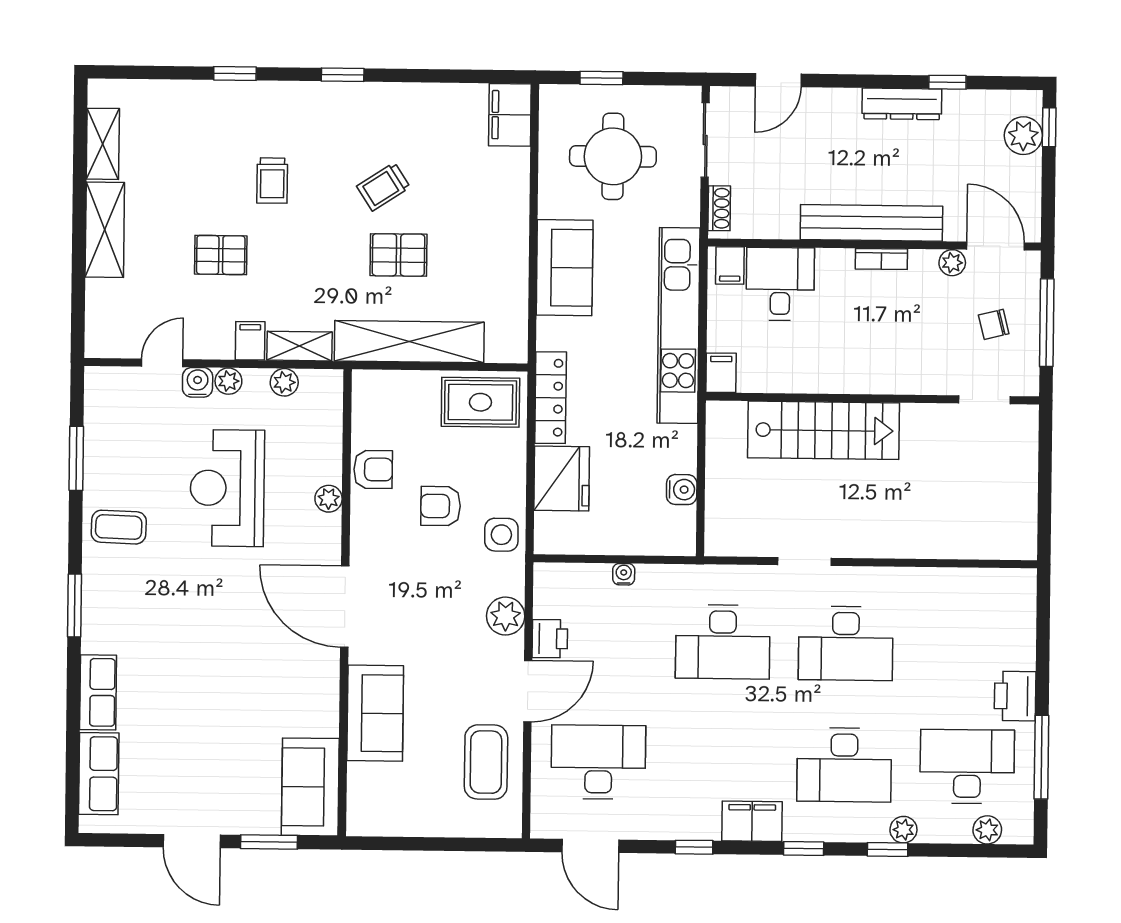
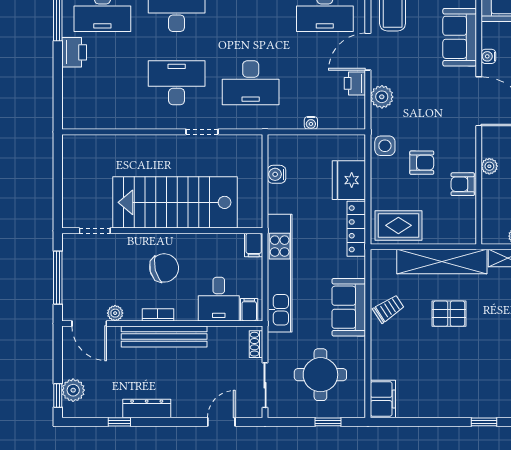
trolley: (383, 187) -> (389, 309), moved
chair: (994, 324) -> (164, 268), moved, width x1.87, depth x1.87
stairs: (824, 430) -> (175, 202), width x1.36, depth x1.51
desk: (723, 642) -> (251, 83), turned 180
water cooler: (328, 681) -> (488, 56), added

